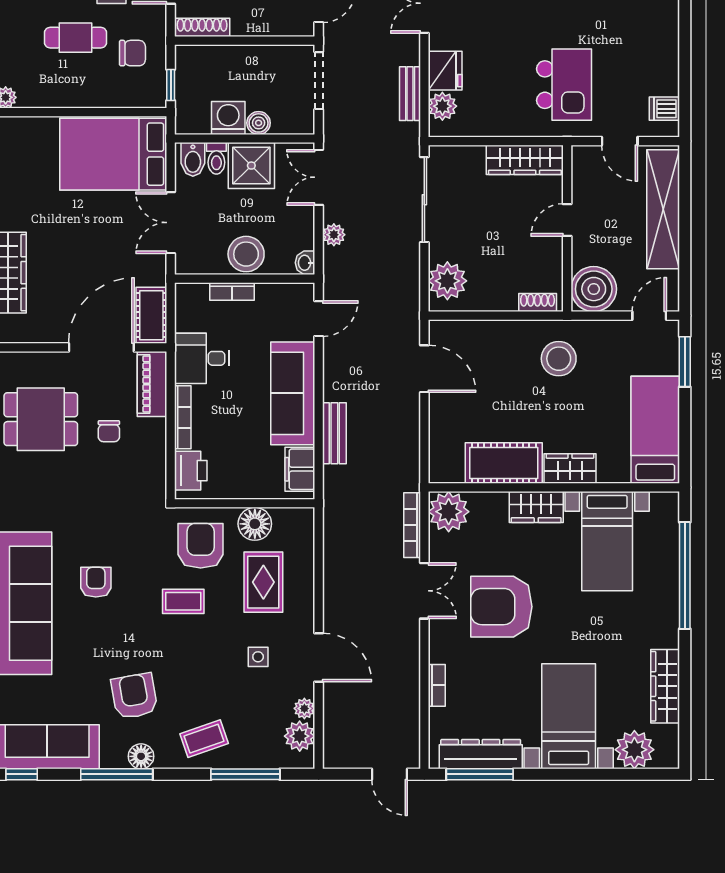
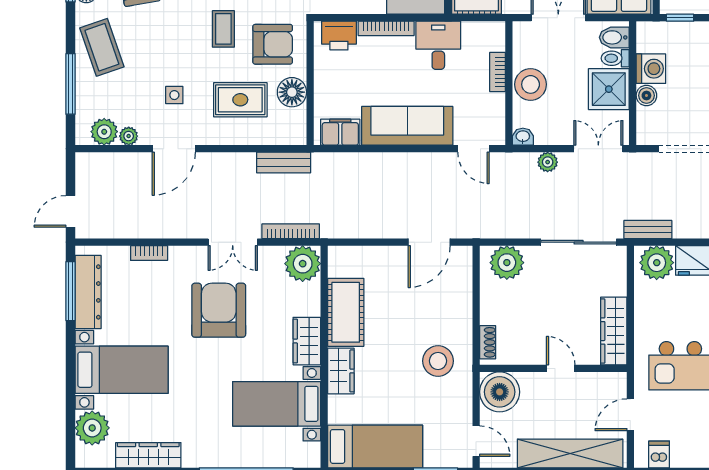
bench: (410, 94) -> (648, 230), moved
plant: (442, 106) -> (657, 263), width x1.36, depth x1.36
bench: (334, 433) -> (284, 163), moved
coffee table: (204, 739) -> (102, 47), width x1.36, depth x1.30

